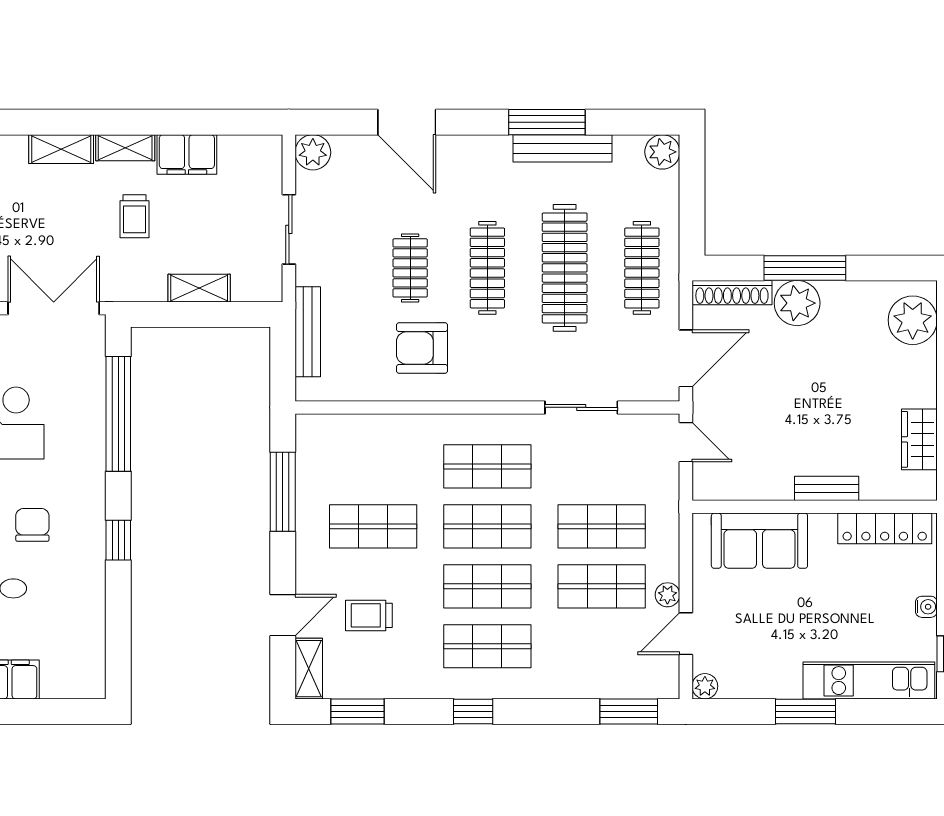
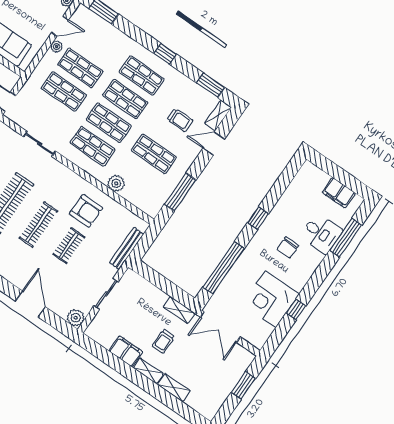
trolley: (134, 216) -> (163, 341), turned 180
shelving: (199, 288) -> (179, 310), moved
plant: (403, 431) -> (116, 183), added

